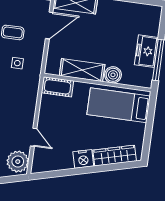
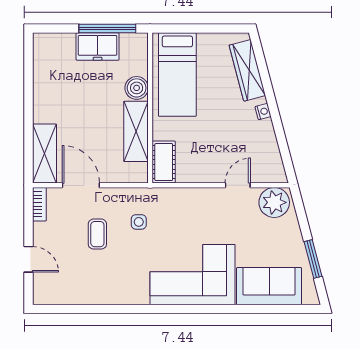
nightstand: (83, 159) -> (263, 112), width x0.53, depth x0.56

